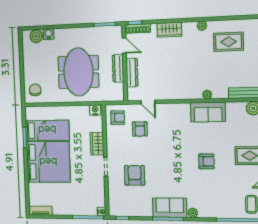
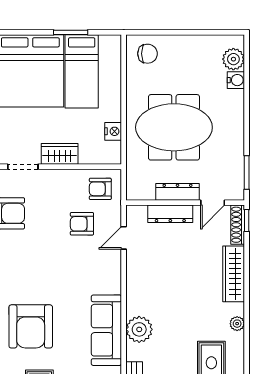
wardrobe: (169, 30) -> (234, 274), width x1.50
plant: (207, 95) -> (139, 329), width x1.88, depth x1.88
nightstand: (95, 110) -> (113, 131), moved
sofa: (208, 112) -> (106, 330), width x1.36
armchair: (118, 118) -> (100, 189), turned 90
armchair: (207, 161) -> (31, 326), width x1.88, depth x1.88

